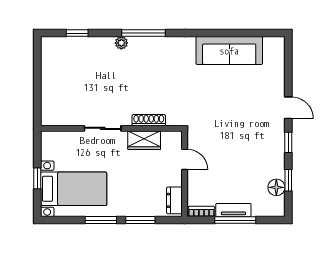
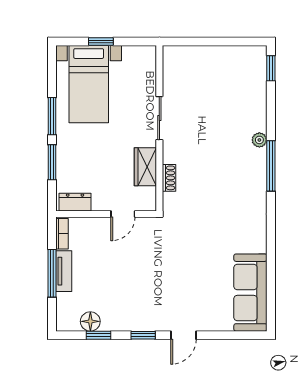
window: (77, 33) -> (271, 68), moved
sofa: (229, 51) -> (250, 293), moved
shoe rack: (149, 120) -> (169, 178), width x0.70

